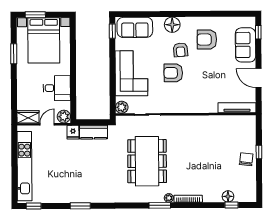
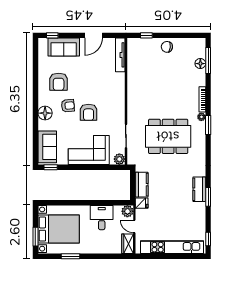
window: (259, 152) -> (146, 35), moved
kitchen counter: (89, 196) -> (199, 189), added
window: (231, 205) -> (208, 60), width x2.17

